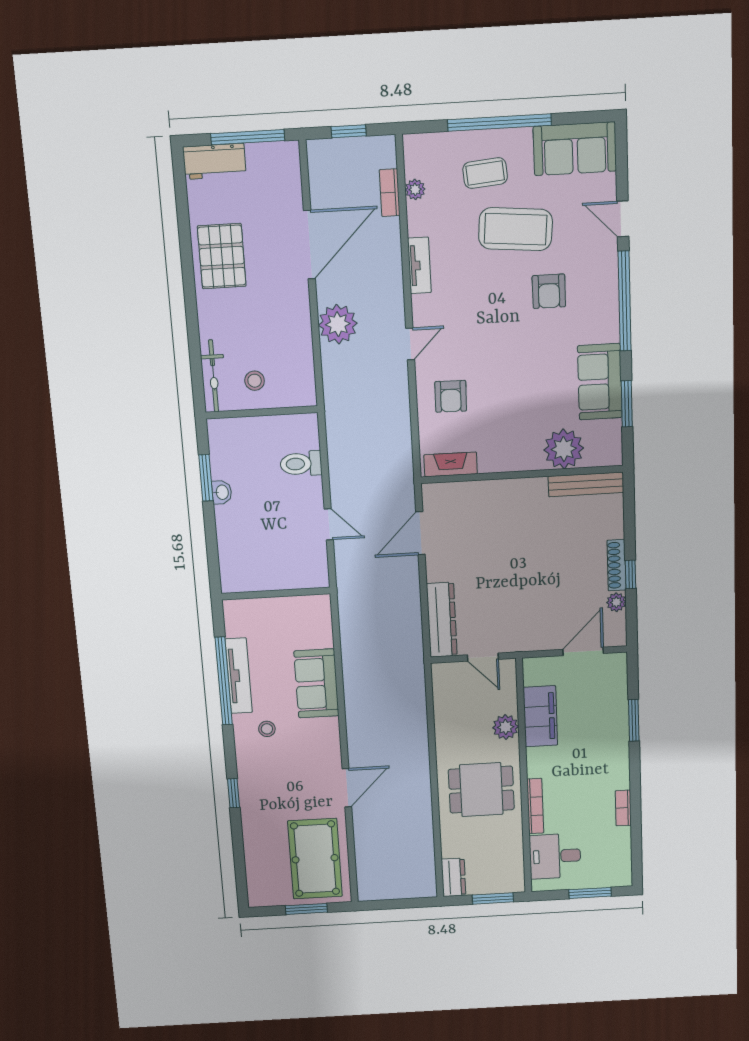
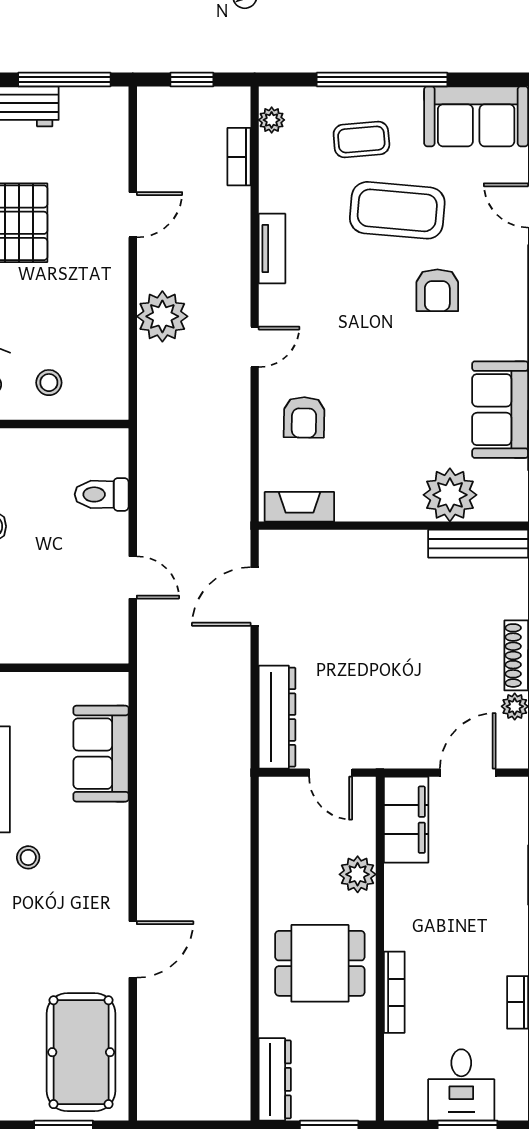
plant: (415, 189) -> (272, 120), moved
door: (309, 245) -> (133, 215), width x0.53
sofa: (316, 683) -> (101, 754), moved
filing cabinet: (540, 716) -> (406, 820), moved
desk: (555, 856) -> (461, 1085), moved, turned -90
dresser: (453, 877) -> (275, 1079), width x1.44

